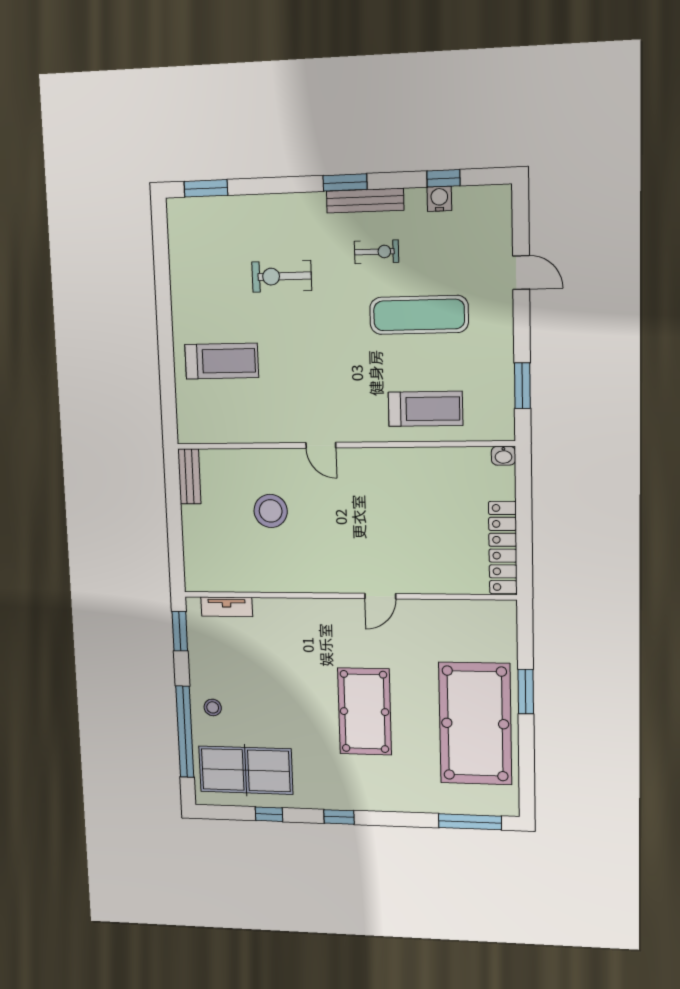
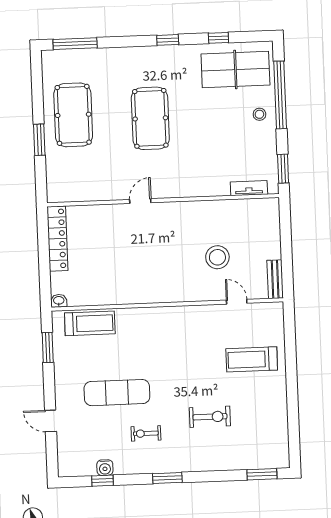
bench: (365, 201) -> (154, 466), removed
treadmill: (425, 409) -> (90, 323), moved, turned 180
door: (321, 445) -> (237, 302), moved
pool table: (475, 724) -> (73, 115), width x0.73, depth x0.76

